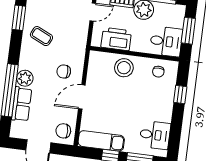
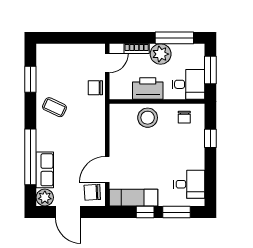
coffee table: (41, 36) -> (54, 107), moved
printer: (116, 39) -> (148, 88), moved
chair: (64, 71) -> (95, 88), moved
plant: (25, 78) -> (45, 197), moved
door: (82, 97) -> (107, 169), moved

